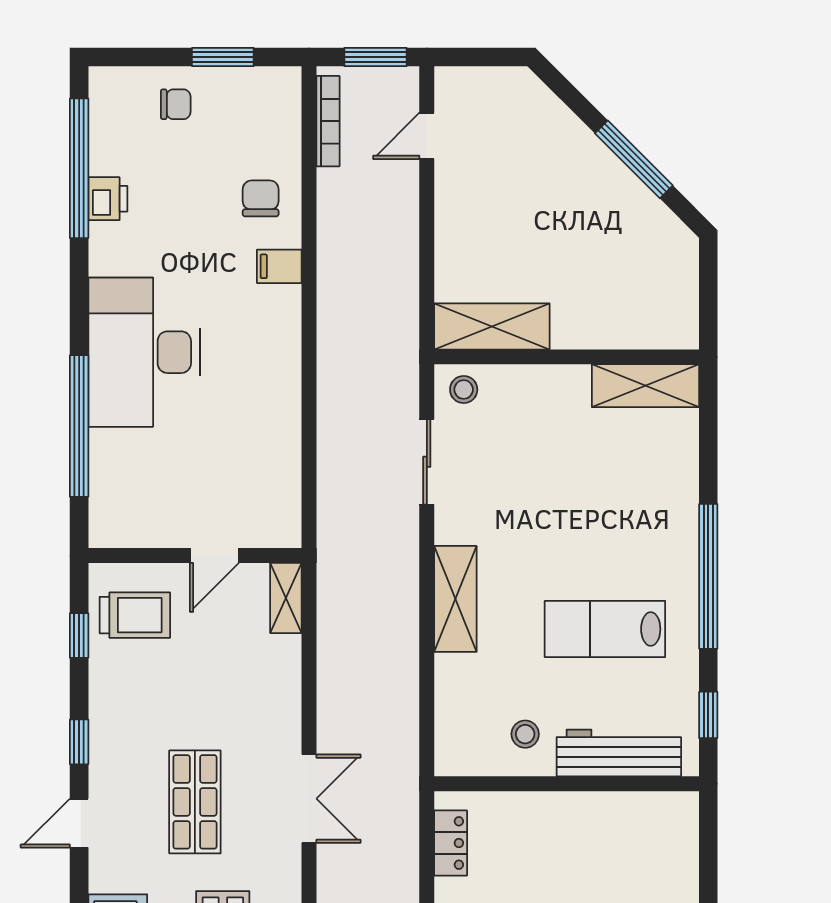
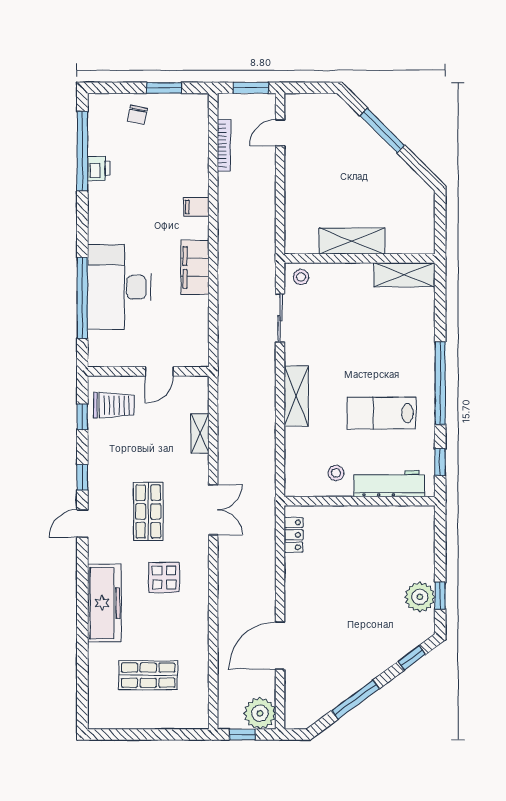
chair: (176, 104) -> (137, 115), turned 101
bookcase: (328, 121) -> (224, 145), moved
window: (634, 159) -> (382, 130), moved
chair: (261, 198) -> (186, 168), removed
shelving: (492, 326) -> (352, 241), moved
desk: (144, 352) -> (119, 287), moved
filing cabinet: (277, 373) -> (195, 267), added
shelving: (286, 598) -> (200, 433), moved

